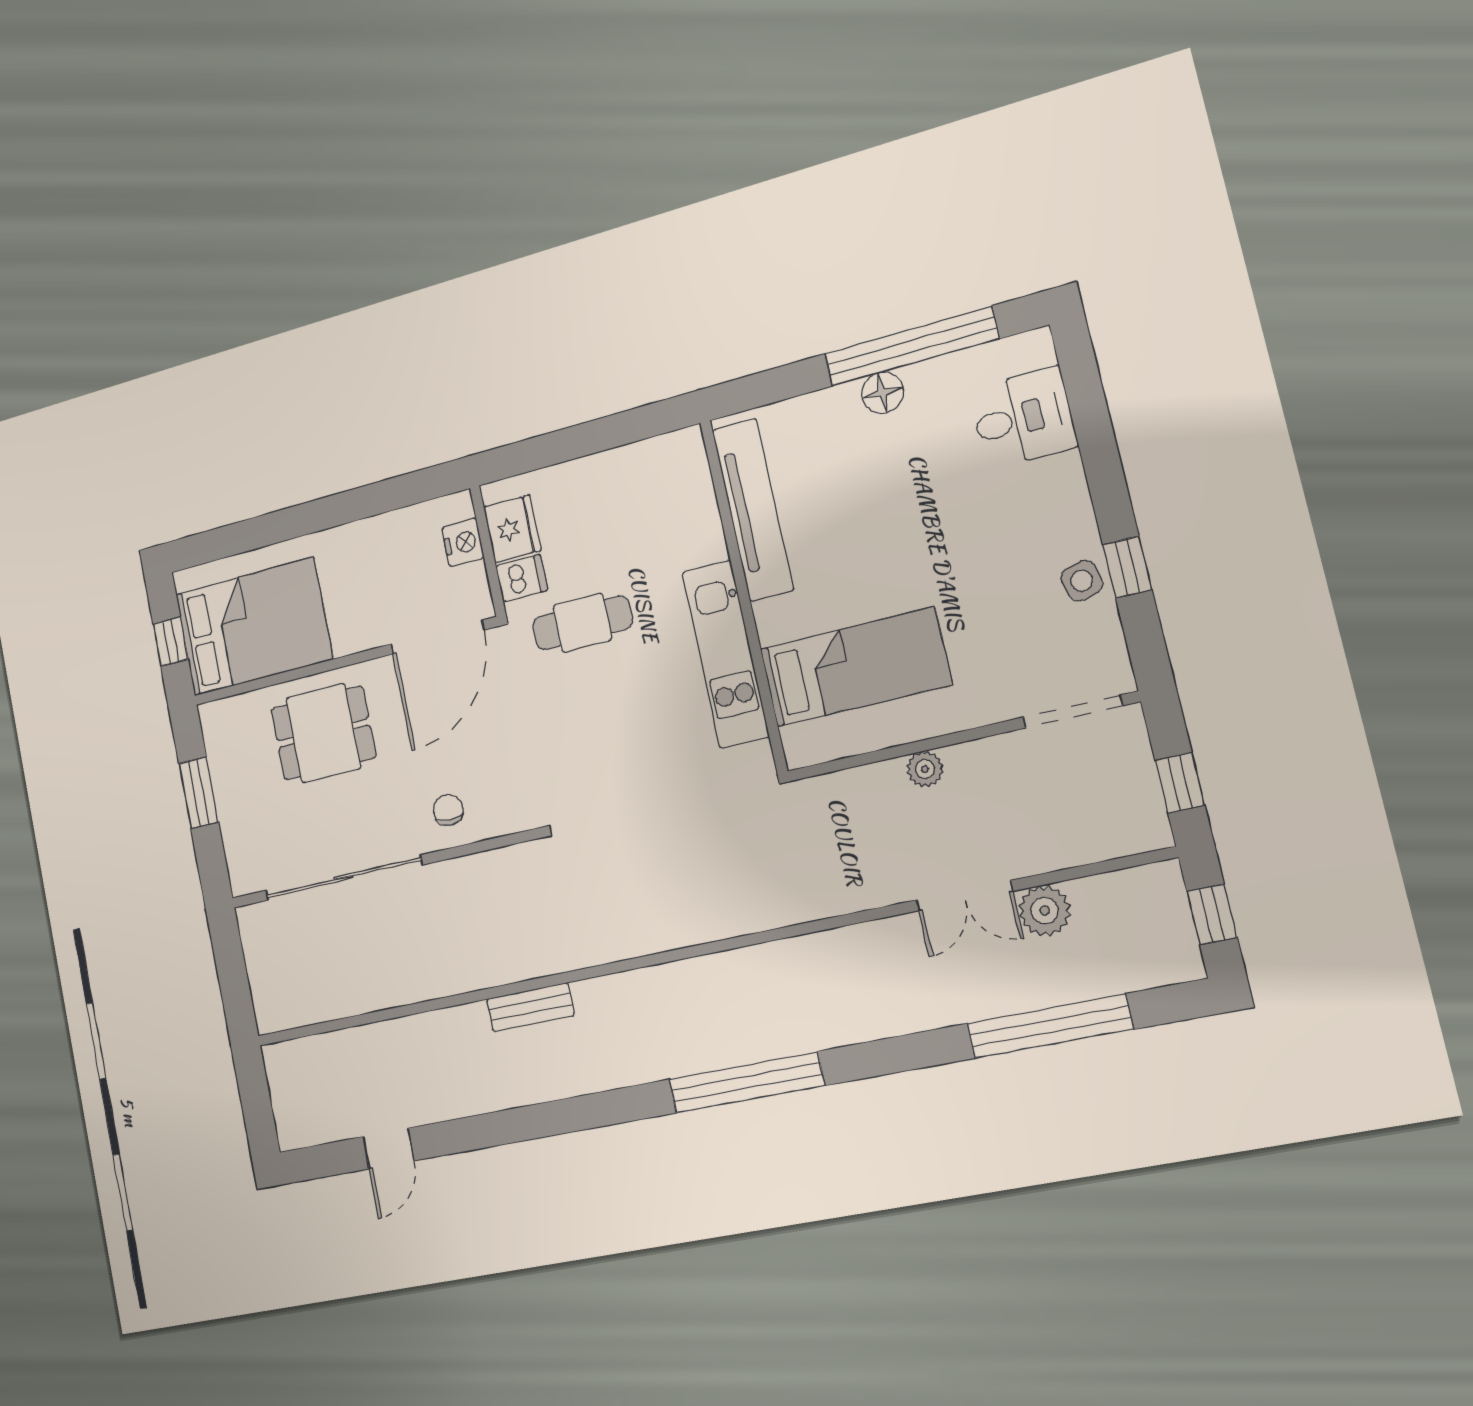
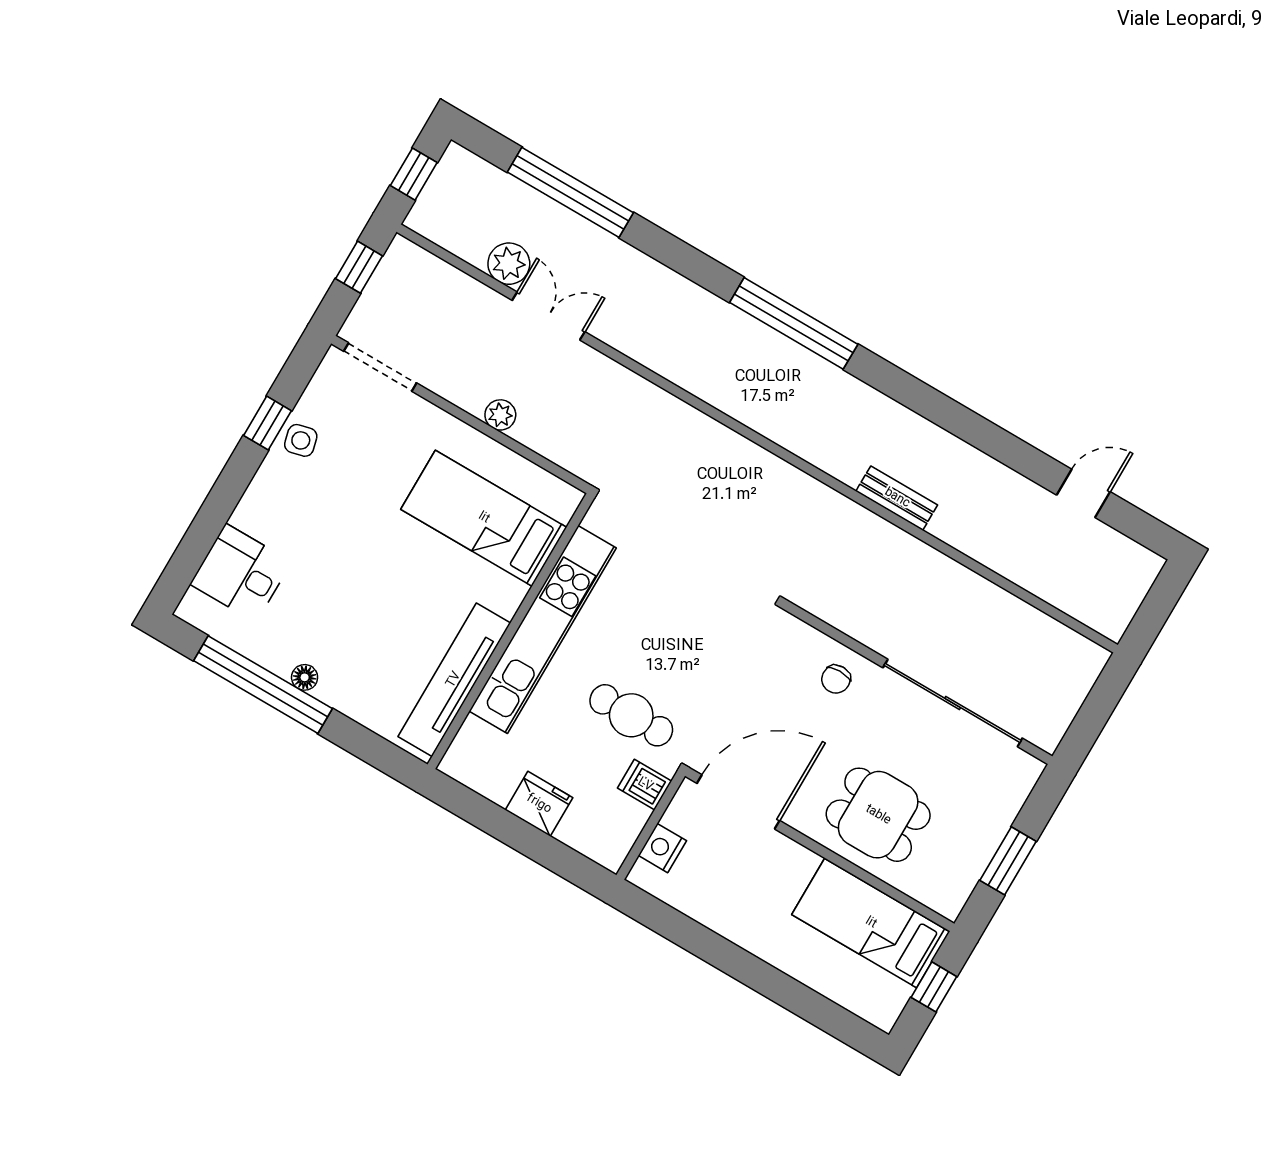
floor lamp: (883, 393) -> (305, 677), width x0.73, depth x0.73
fridge: (512, 529) -> (539, 804), moved, turned 90
bed: (254, 626) -> (871, 923), width x0.67
kitchen unit: (725, 654) -> (543, 630), width x1.36

